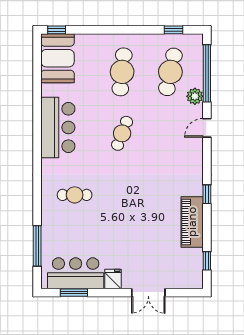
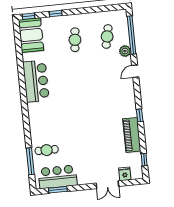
window: (174, 30) -> (56, 13), moved
cafe table: (122, 72) -> (75, 40), width x0.73, depth x0.74
cafe table: (170, 72) -> (107, 36), width x0.73, depth x0.74
cafe table: (122, 133) -> (79, 81), removed
cafe table: (75, 195) -> (47, 150), moved
fridge: (113, 279) -> (125, 174), moved

